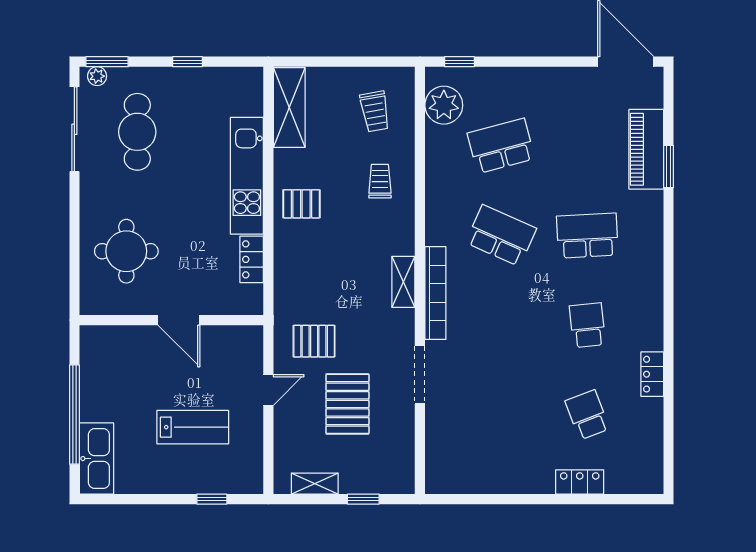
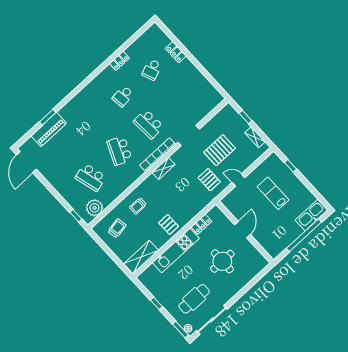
school desk: (587, 236) -> (149, 124), moved
round table: (126, 251) -> (222, 261), moved

